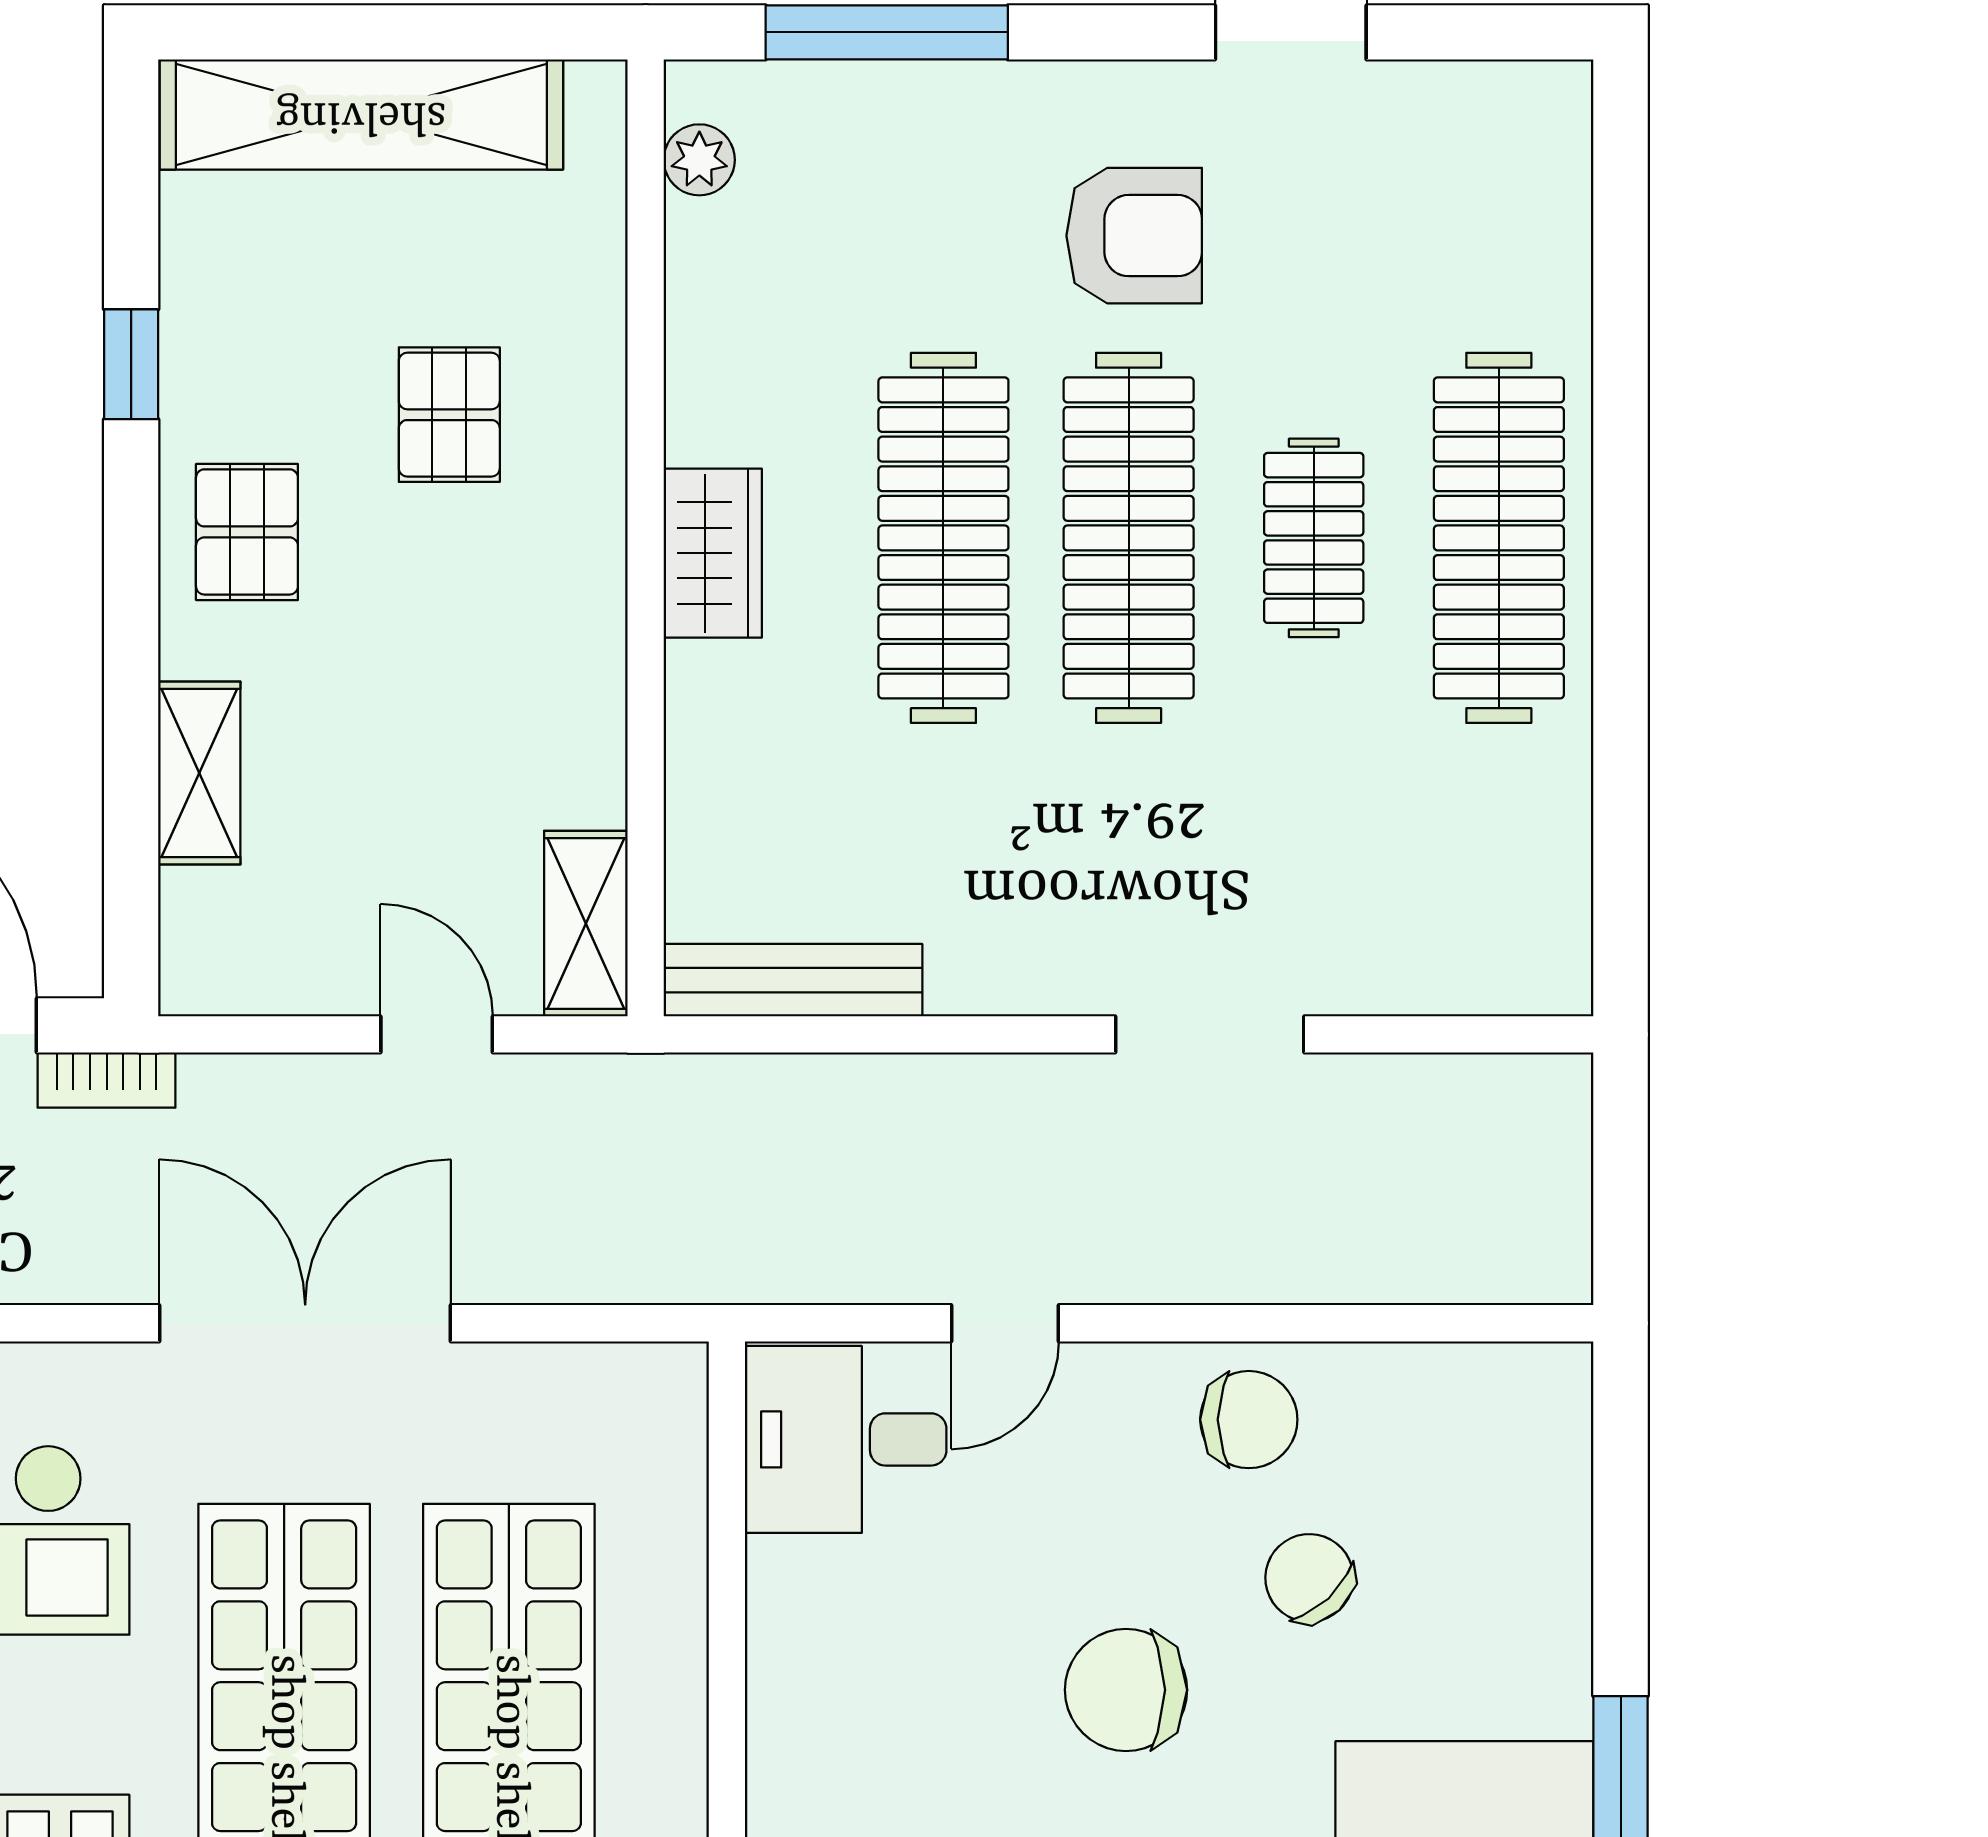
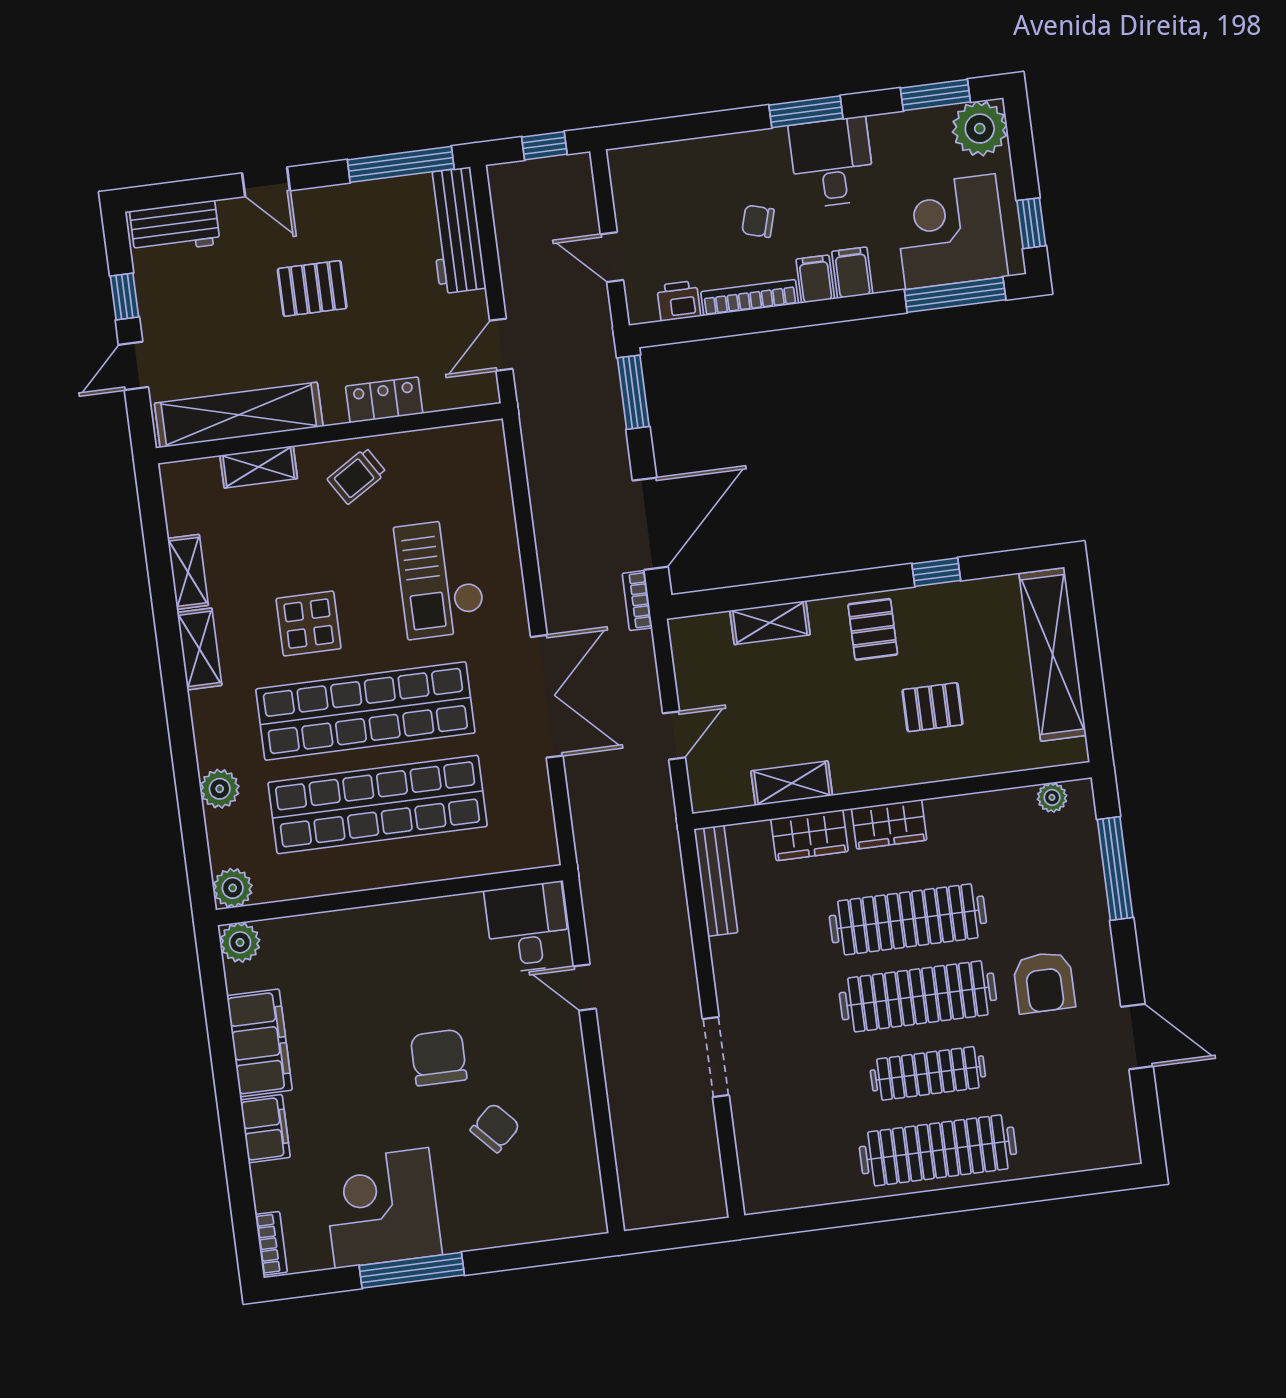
pallet: (247, 532) -> (873, 629), turned 90
clothes rail: (1314, 538) -> (928, 1073), width x1.36
wardrobe: (714, 745) -> (809, 835), added
shelving: (586, 924) -> (792, 783), moved
chair: (1249, 1420) -> (558, 1094), removed

